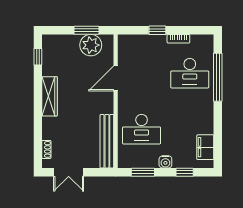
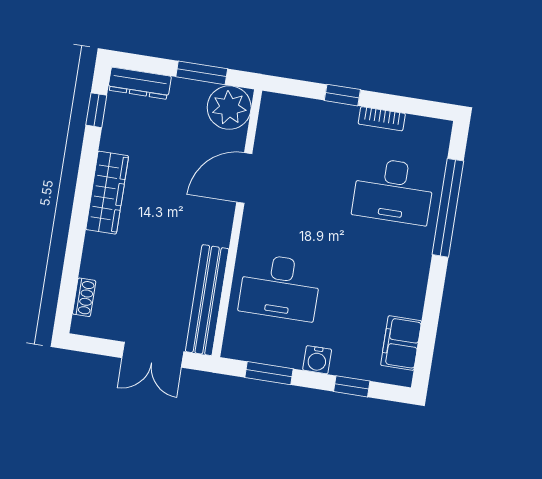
dresser: (57, 40) -> (140, 83), added
plant: (91, 45) -> (229, 108), moved
double door: (69, 172) -> (153, 355), moved

